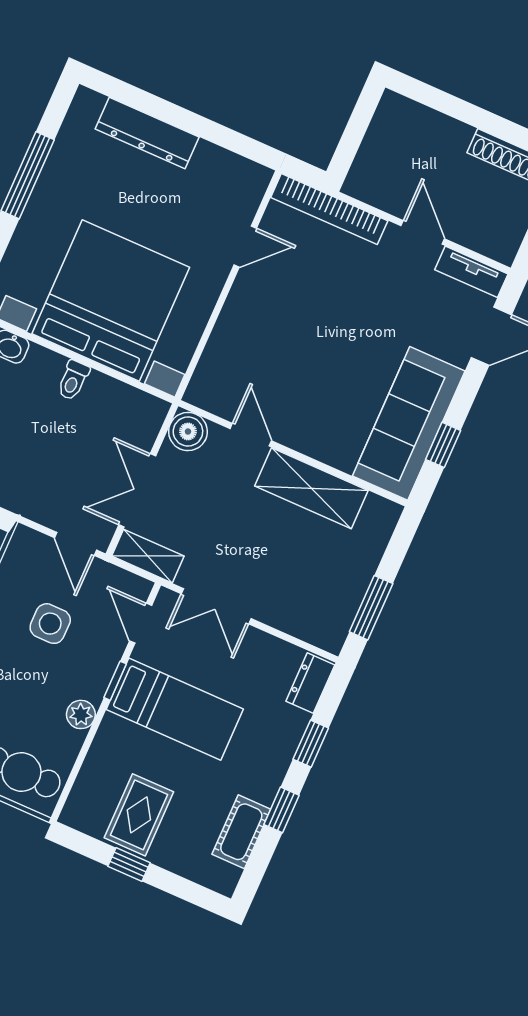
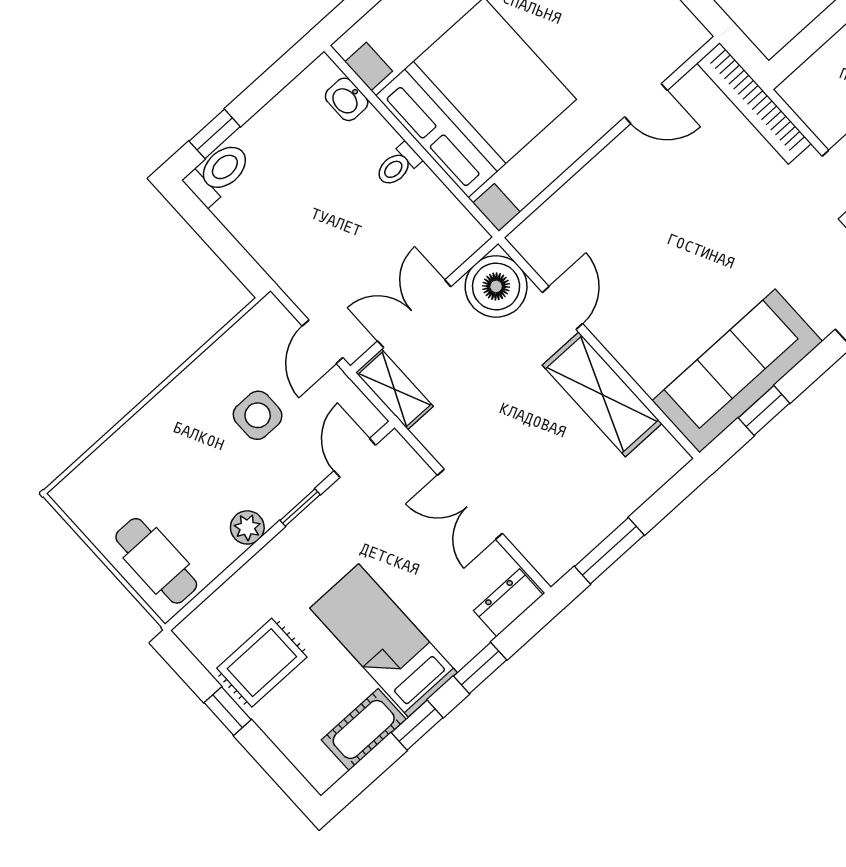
boiler: (188, 432) -> (496, 286), width x1.37, depth x1.37
double door: (216, 606) -> (470, 504), moved
bed: (175, 709) -> (383, 640), moved, turned 180

